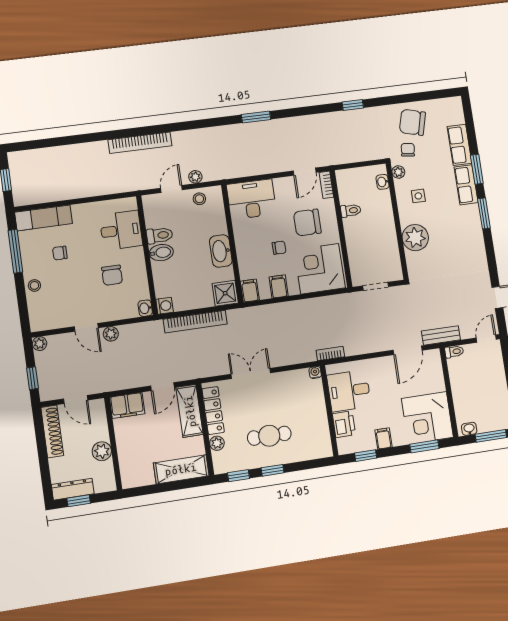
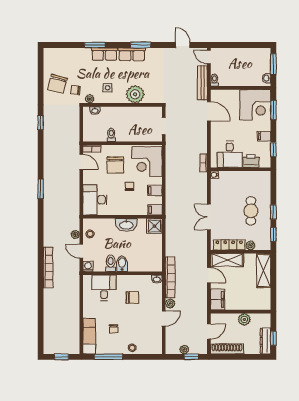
row of seats: (459, 145) -> (132, 54), moved
window: (484, 213) -> (141, 45), moved
washing machine: (165, 306) -> (88, 266), moved
bookcase: (195, 322) -> (170, 277), moved
bench: (441, 335) -> (202, 83), width x1.36
plant: (39, 344) -> (184, 349), moved

